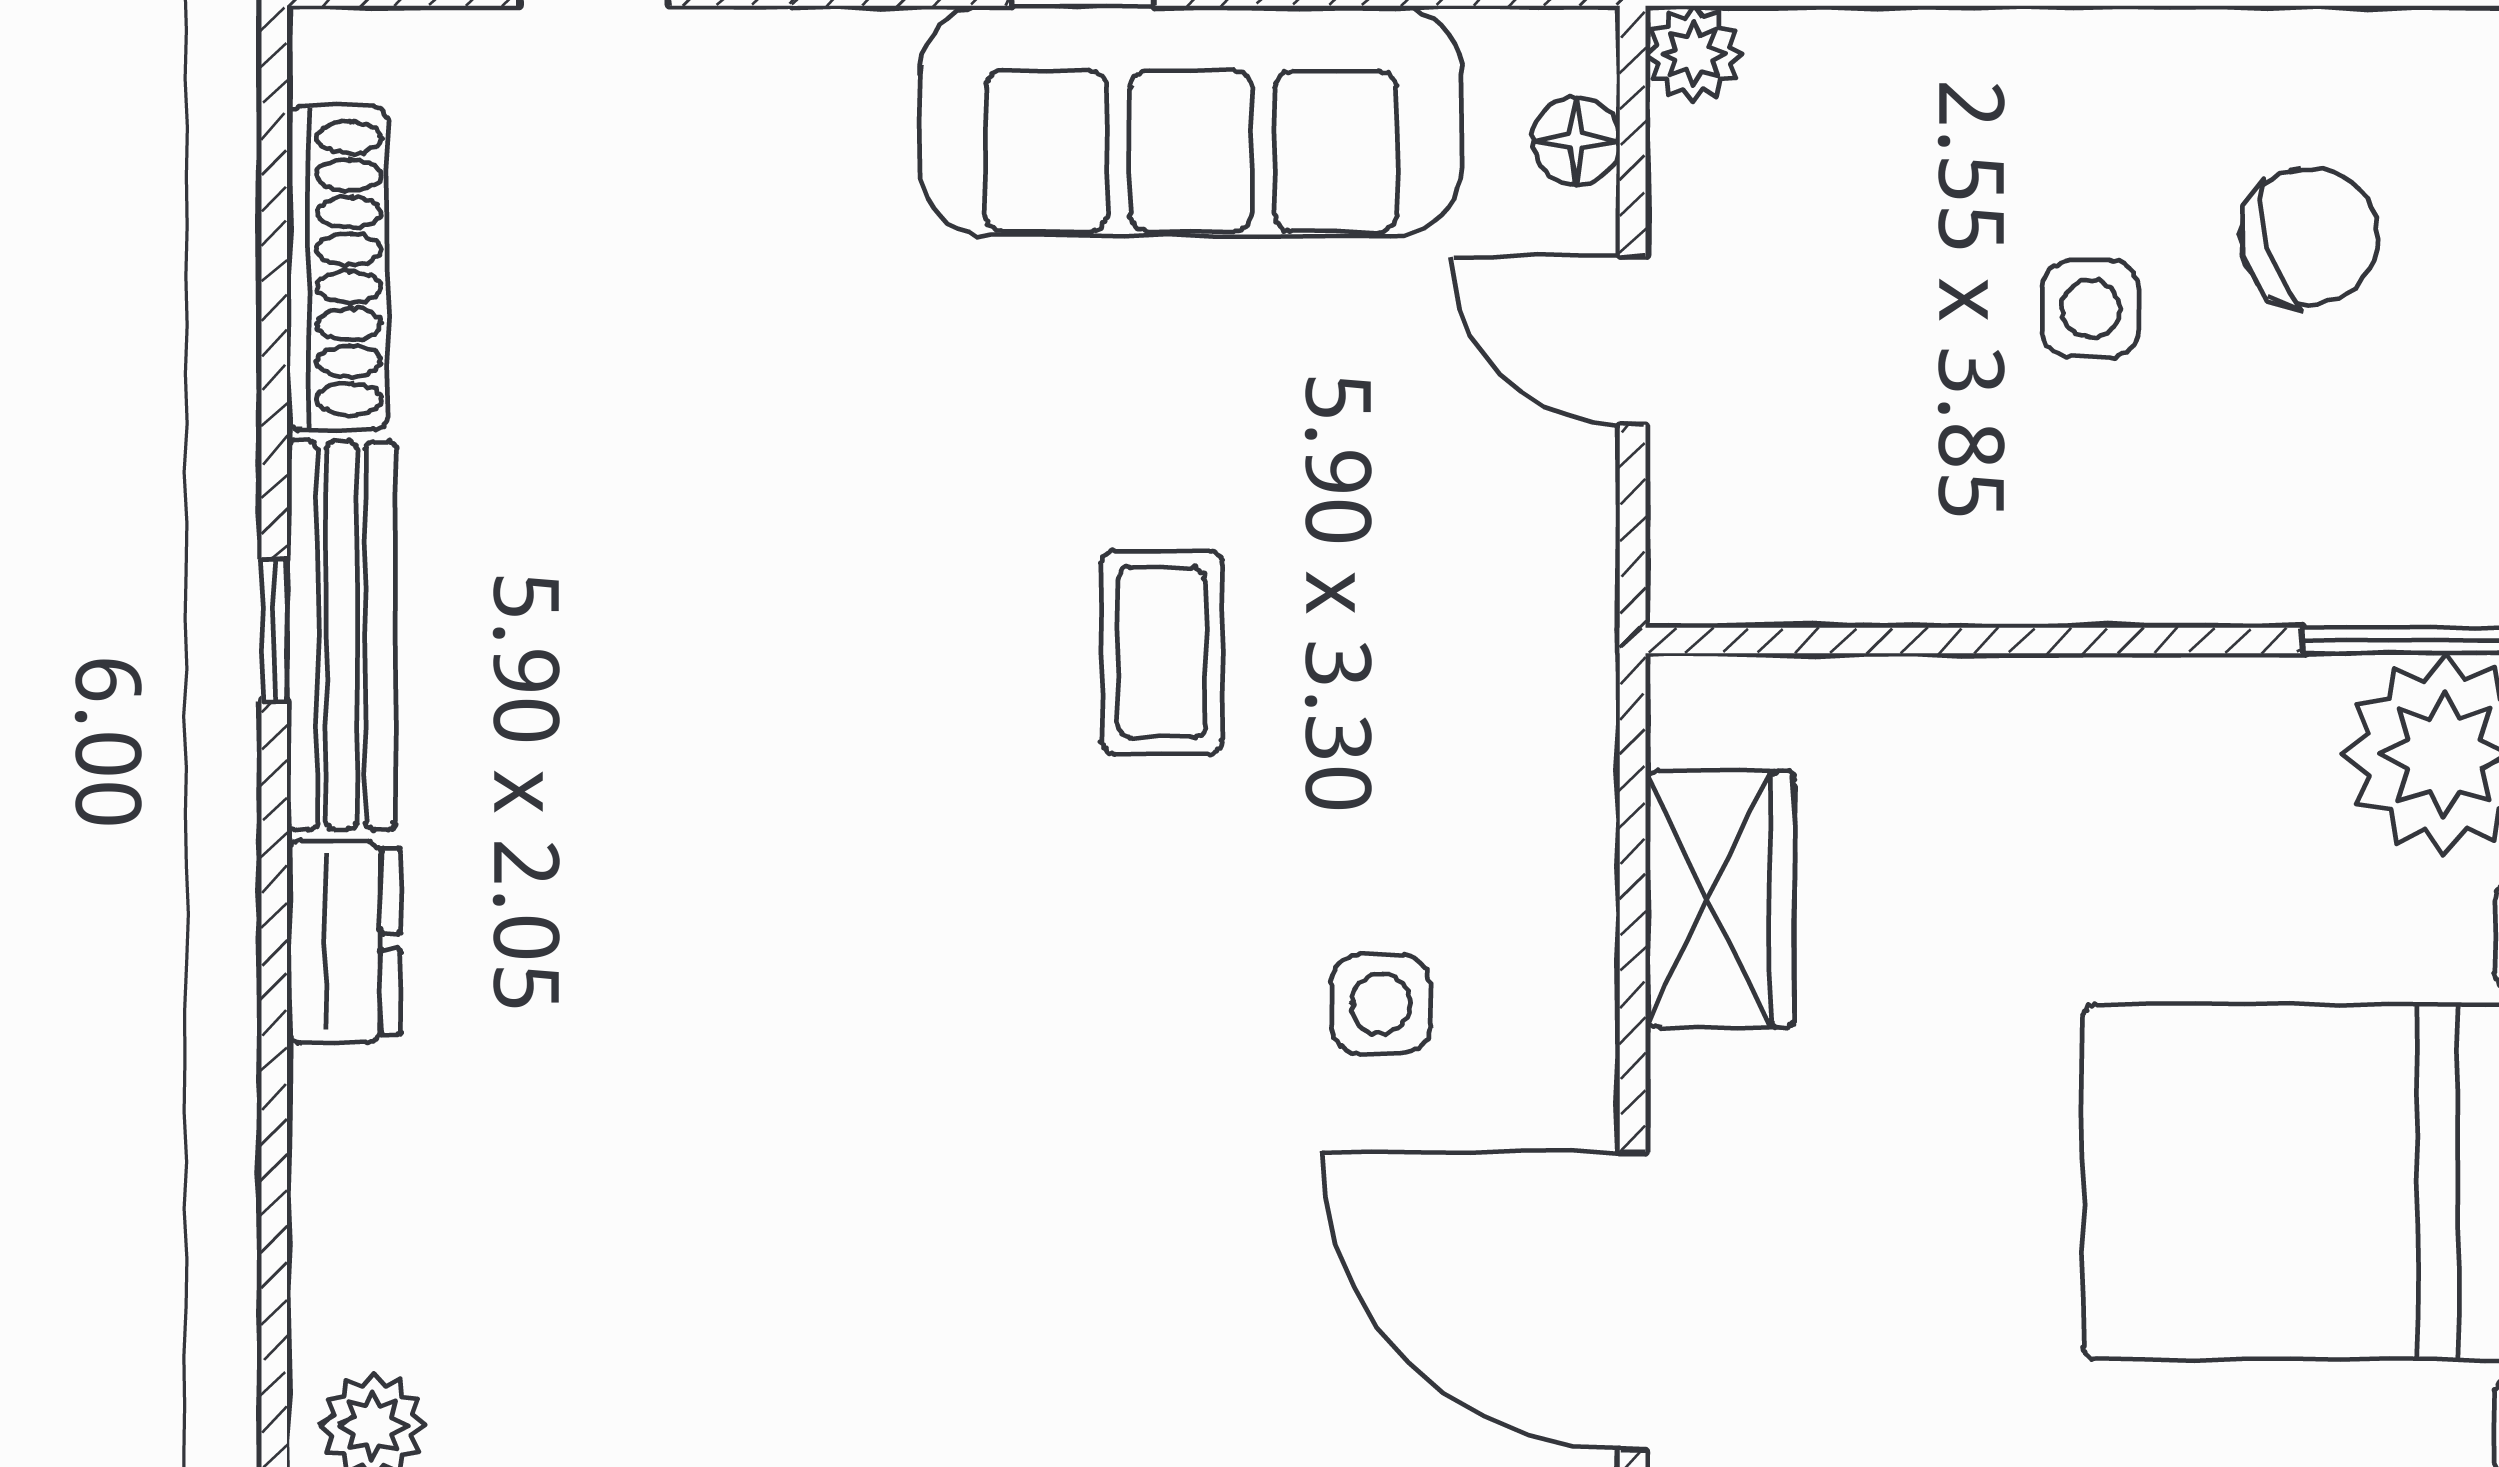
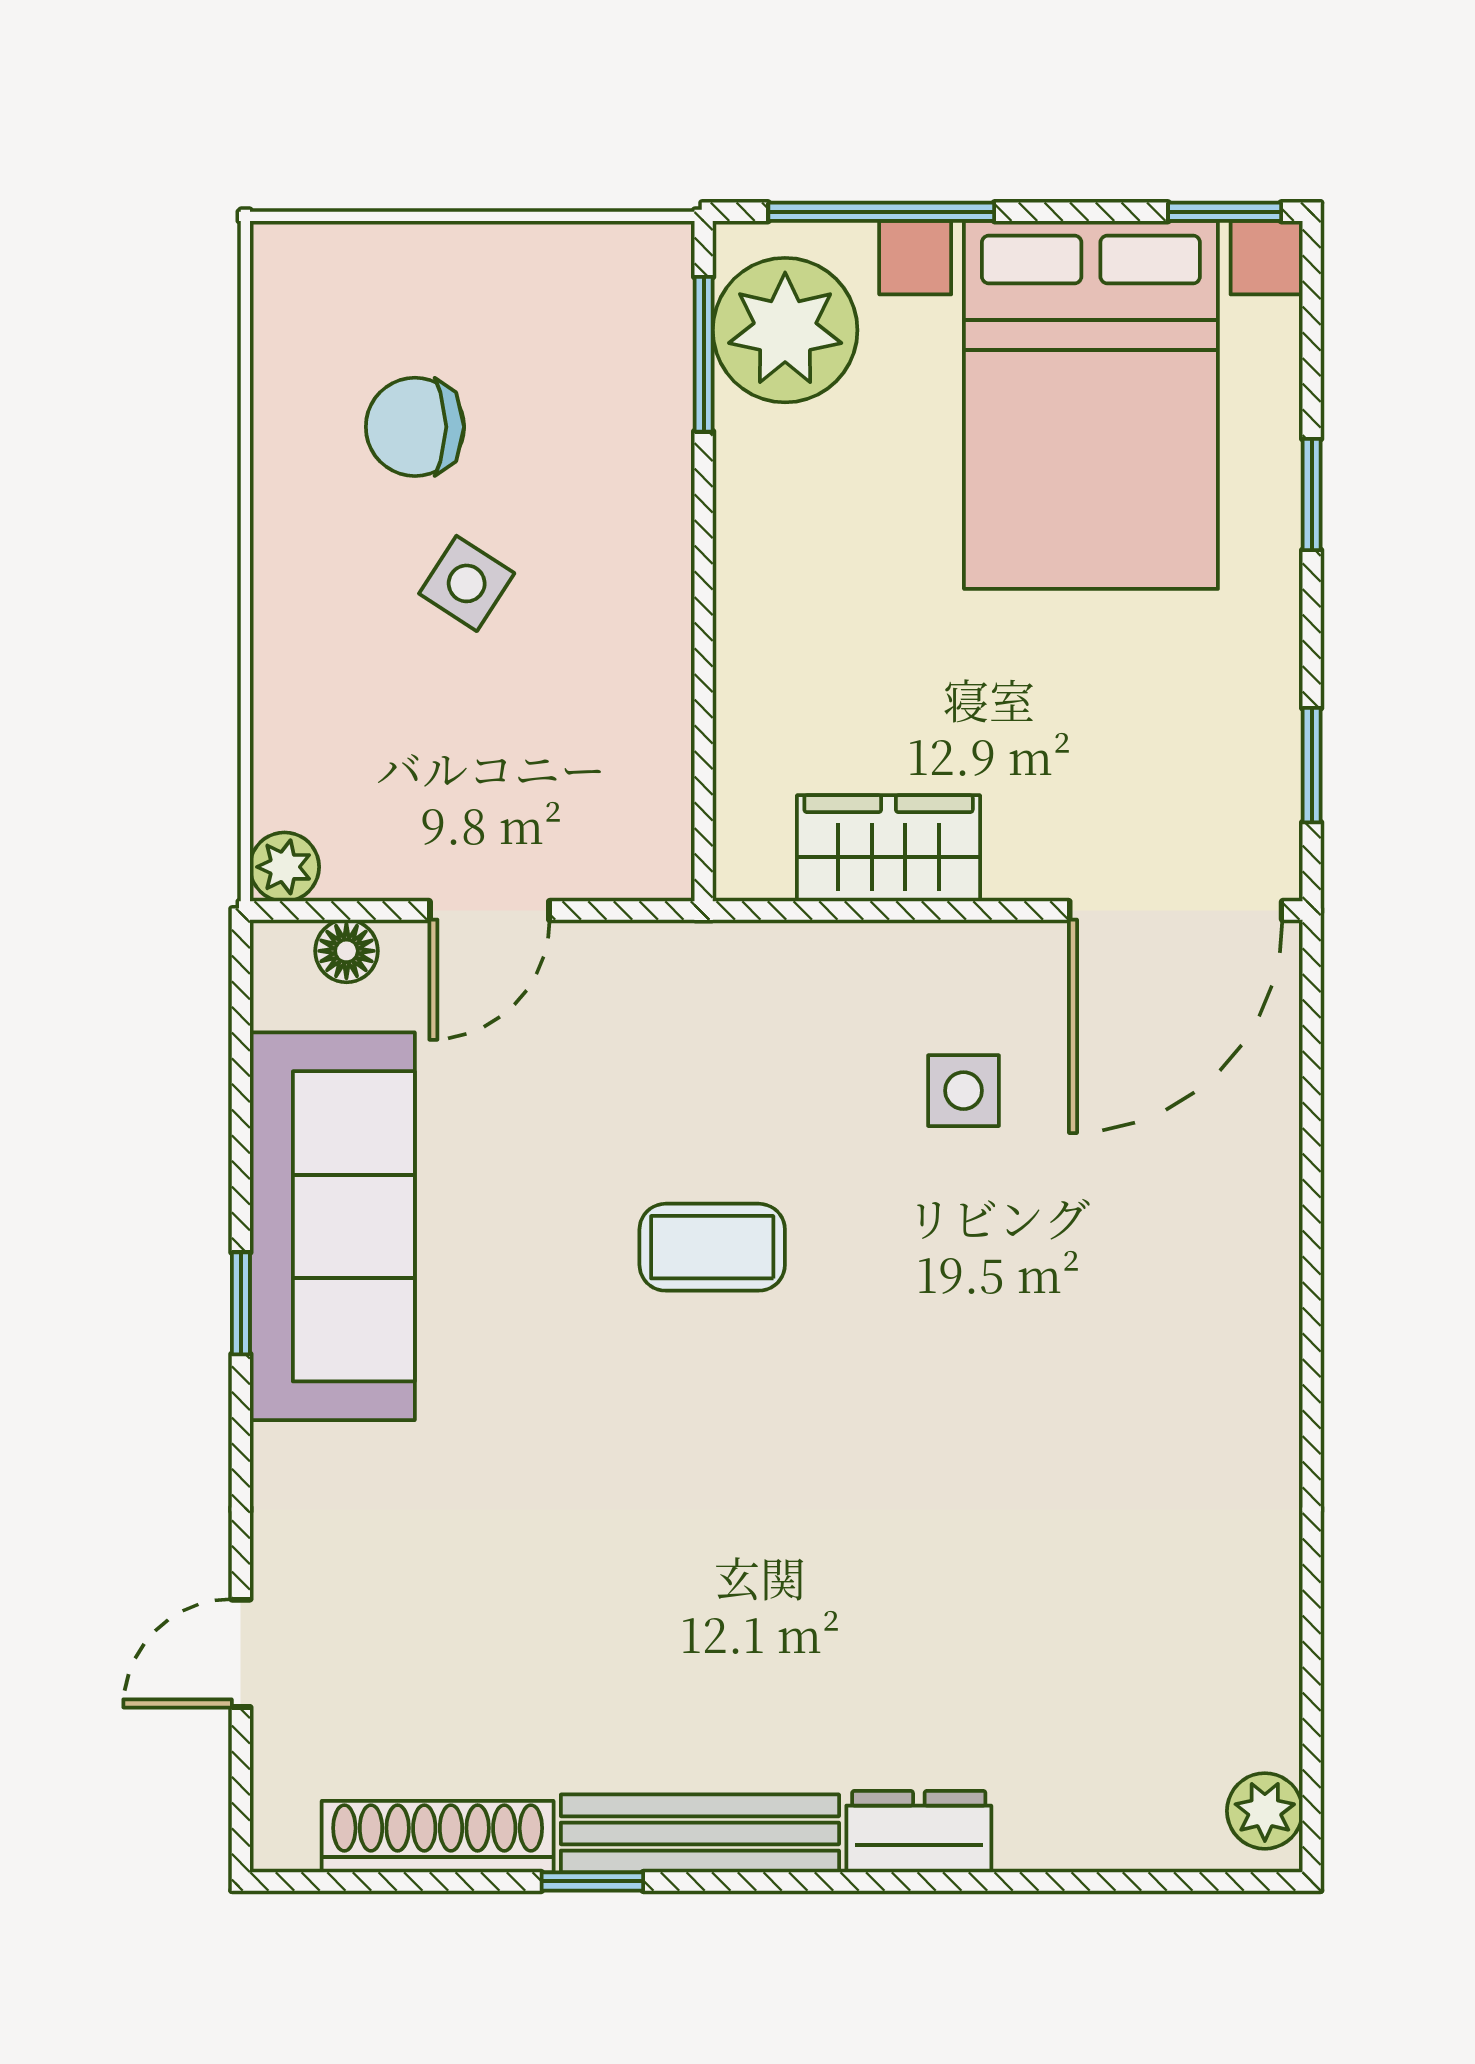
chair: (2309, 237) -> (415, 427), turned -74
side table: (2090, 309) -> (467, 583), turned 33
window: (274, 630) -> (592, 1881), moved

